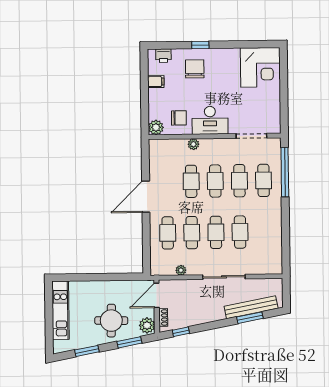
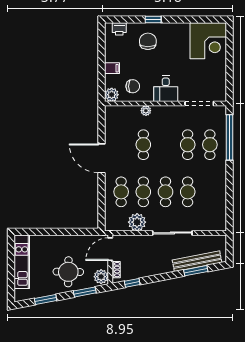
filing cabinet: (156, 82) -> (112, 68), moved
desk: (210, 120) -> (166, 89), width x0.73
cafe table: (215, 181) -> (165, 145), removed
door: (146, 197) -> (101, 158), hinge flipped
plant: (181, 270) -> (137, 222), width x1.88, depth x1.88

